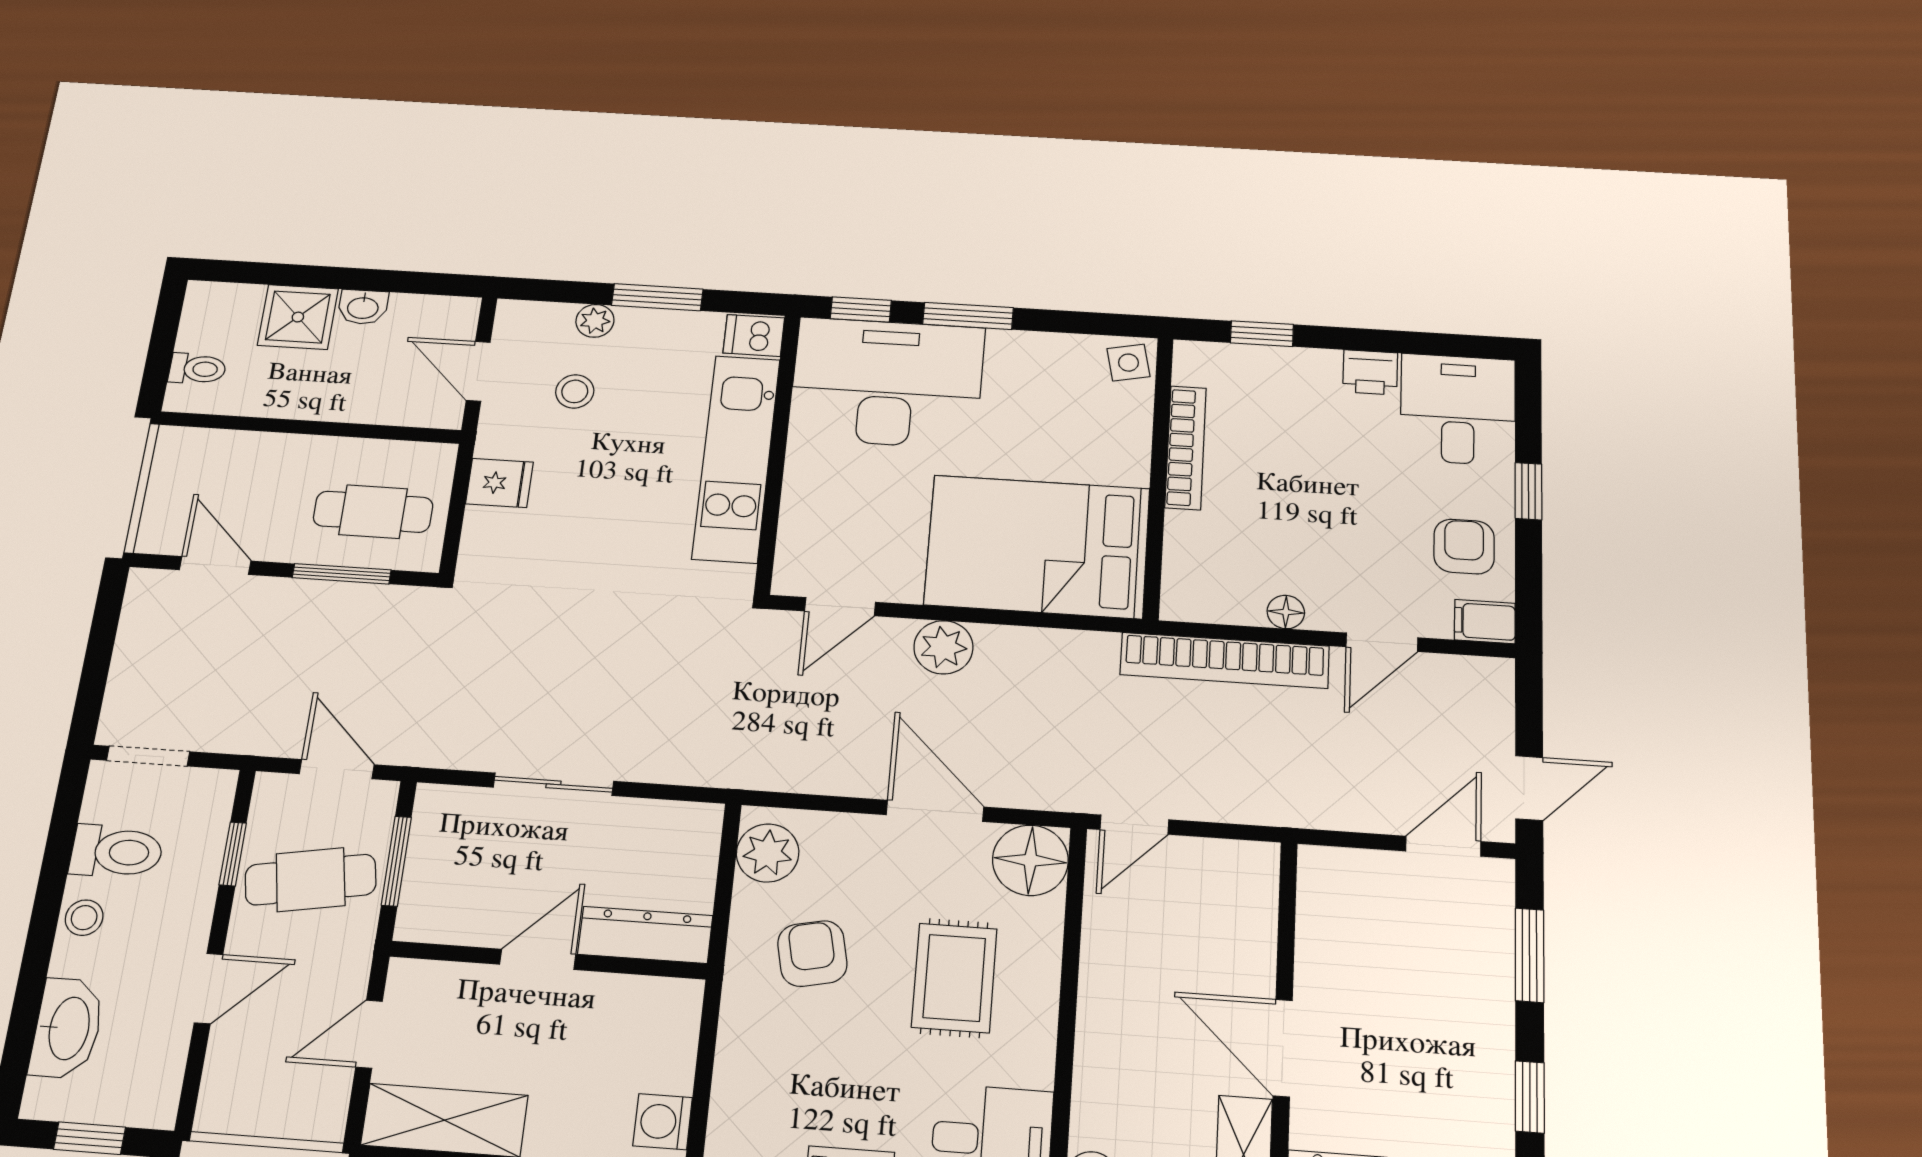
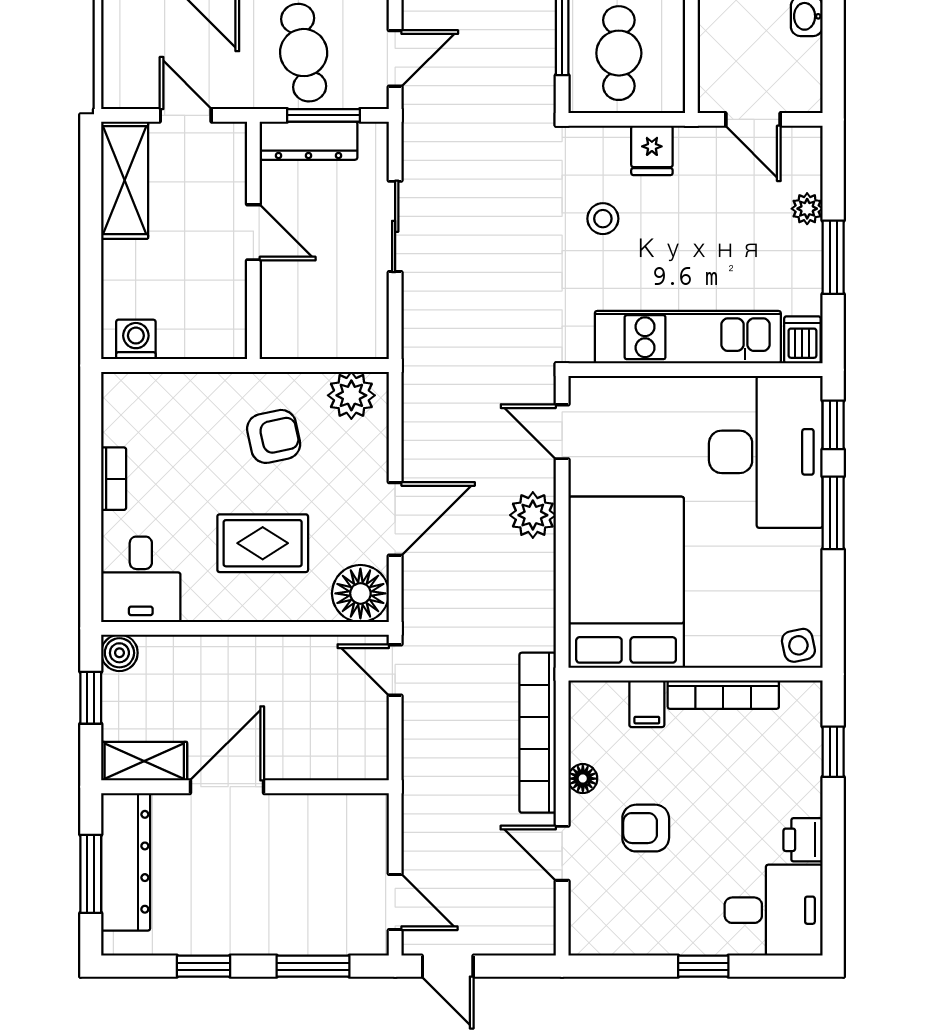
door: (478, 371) -> (753, 119), swing flipped
stool: (575, 391) -> (603, 219), moved
armchair: (1464, 547) -> (646, 828), moved, turned 180
filing cabinet: (1485, 622) -> (647, 704), moved, turned 180
dresser: (645, 935) -> (309, 141), moved, turned 90

